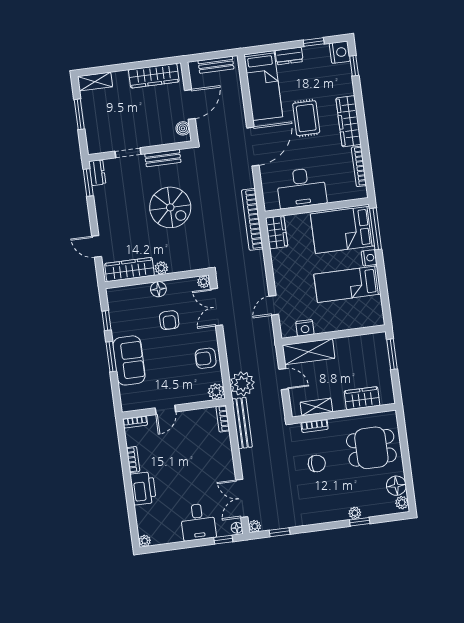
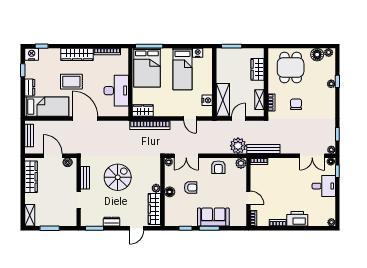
dresser: (97, 173) -> (112, 222), moved
bookcase: (252, 219) -> (150, 125), moved
nightstand: (369, 258) -> (198, 53), moved

